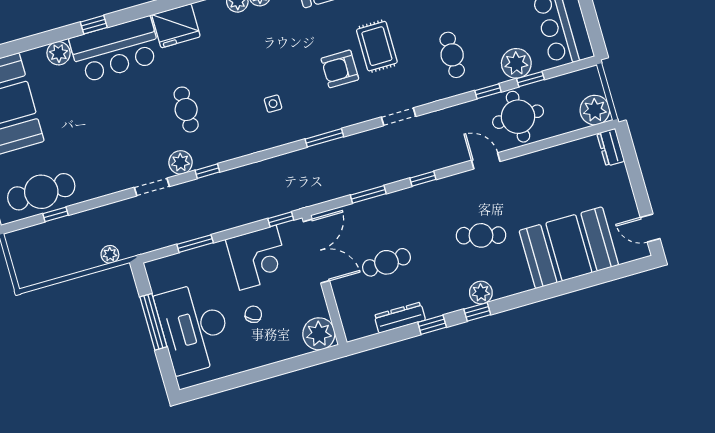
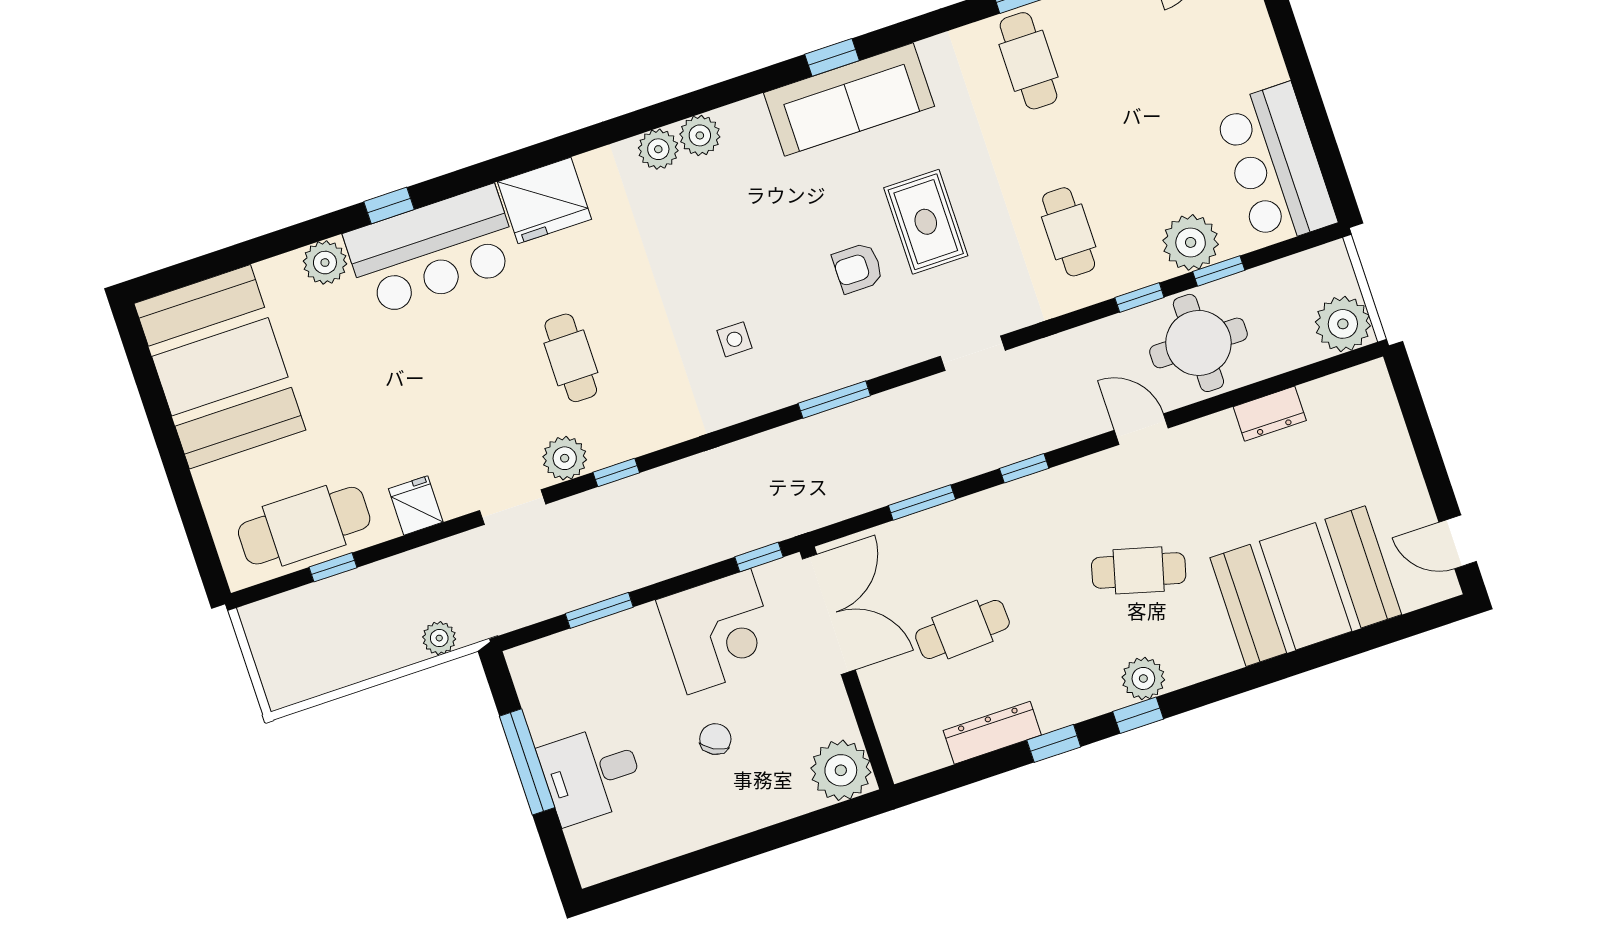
armchair: (340, 69) -> (858, 268), width x0.72, depth x0.72
dresser: (611, 147) -> (1270, 414), moved, turned -90
fridge: (101, 184) -> (416, 505), added
desk: (194, 328) -> (592, 774), width x0.53, depth x0.77

